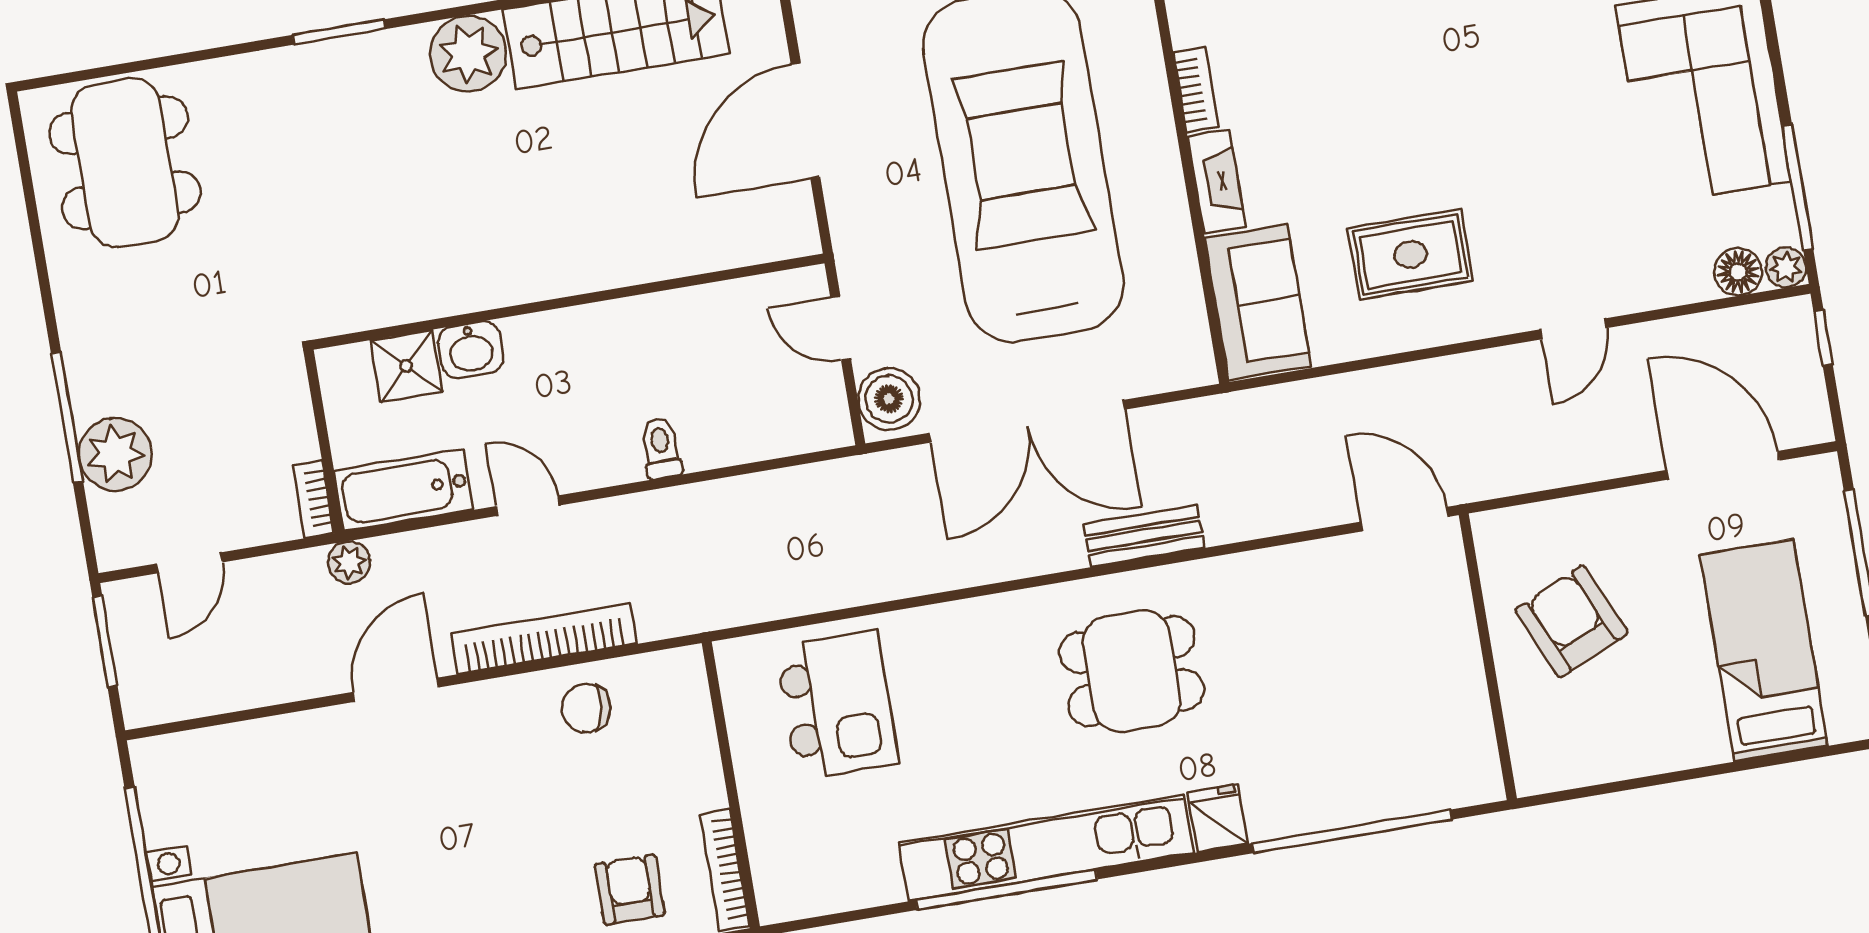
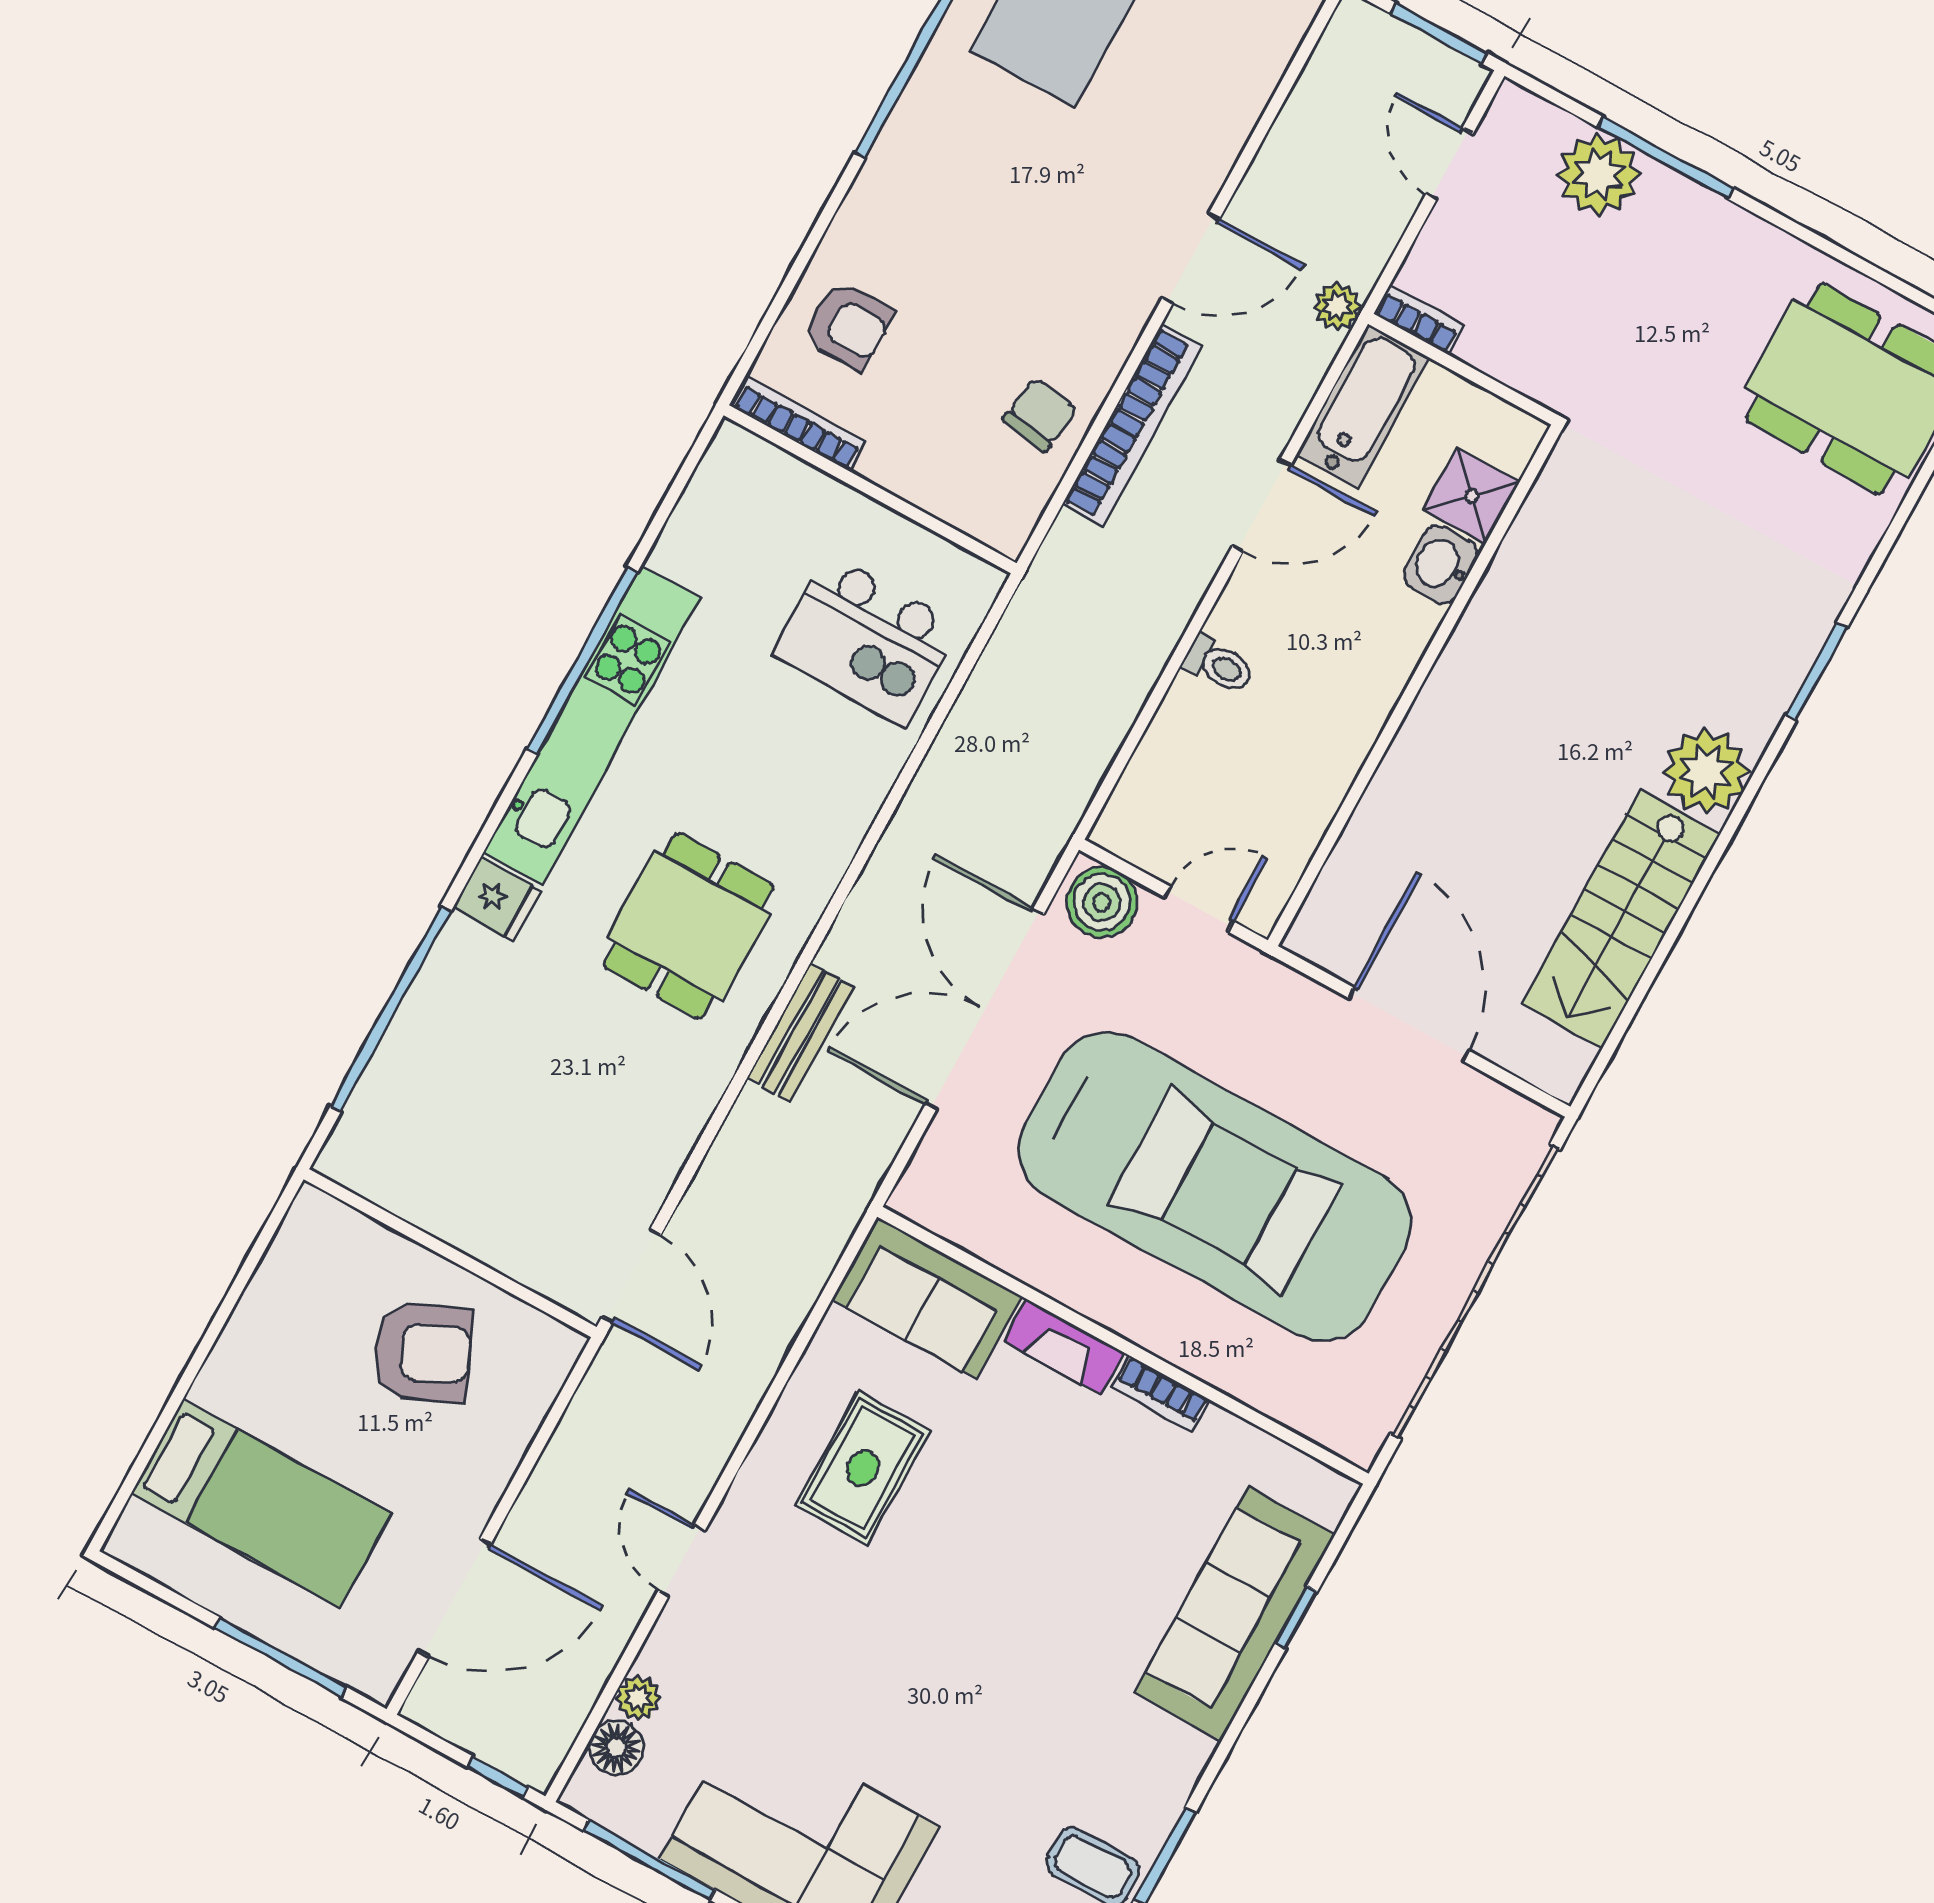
plant: (1786, 268) -> (638, 1698), moved
door: (528, 506) -> (1262, 506), width x1.38
door: (1404, 519) -> (631, 1276), hinge flipped
door: (396, 690) -> (1191, 258), hinge flipped

